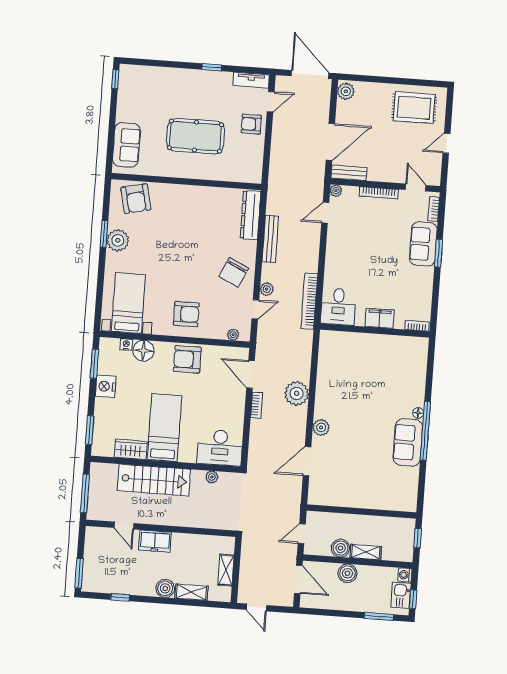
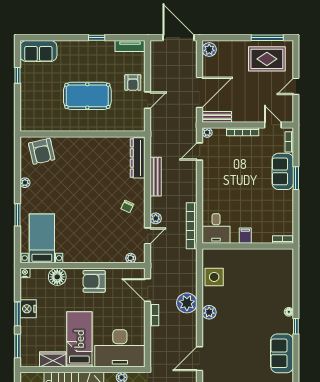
window: (115, 79) -> (17, 75), moved
window: (416, 82) -> (267, 38), added
door: (271, 102) -> (148, 100), moved
armchair: (251, 124) -> (133, 83), turned -90
sofa: (126, 145) -> (38, 51), moved, turned 90
window: (104, 234) -> (17, 215), moved
plant: (118, 240) -> (25, 183), width x0.53, depth x0.53
chair: (234, 272) -> (127, 206), width x0.54, depth x0.54
armchair: (186, 314) -> (91, 244), removed
filing cabinet: (380, 318) -> (245, 236), width x0.50
nightstand: (126, 344) -> (25, 273), moved
window: (94, 364) -> (17, 314), moved
side table: (332, 365) -> (214, 277), added
plant: (321, 427) -> (209, 312), moved
window: (425, 431) -> (296, 326), width x0.32
sofa: (408, 442) -> (282, 353), moved
desk: (220, 448) -> (120, 348), width x1.36, depth x1.30

